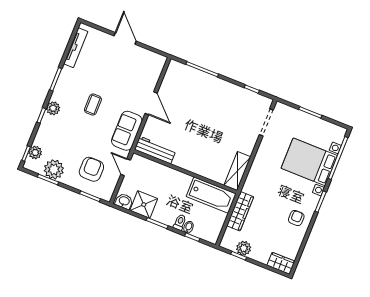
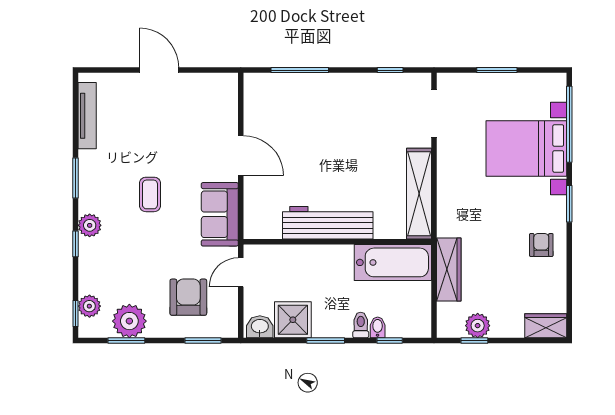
workbench: (155, 150) -> (328, 223), moved, width x1.36, depth x1.32
door: (126, 167) -> (241, 272), hinge flipped
shelving: (237, 171) -> (419, 194), width x1.47

